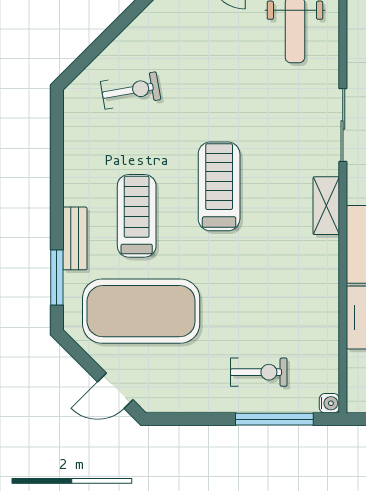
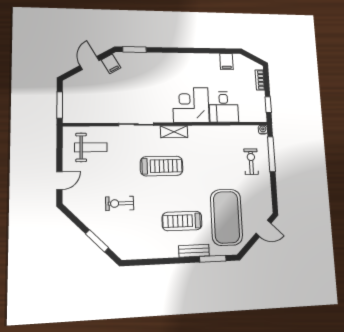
window: (103, 41) -> (97, 241), added
exercise bike: (131, 90) -> (120, 203), moved, turned -80
treadmill: (219, 186) -> (162, 166), moved, turned 180
door: (115, 391) -> (264, 228), hinge flipped

